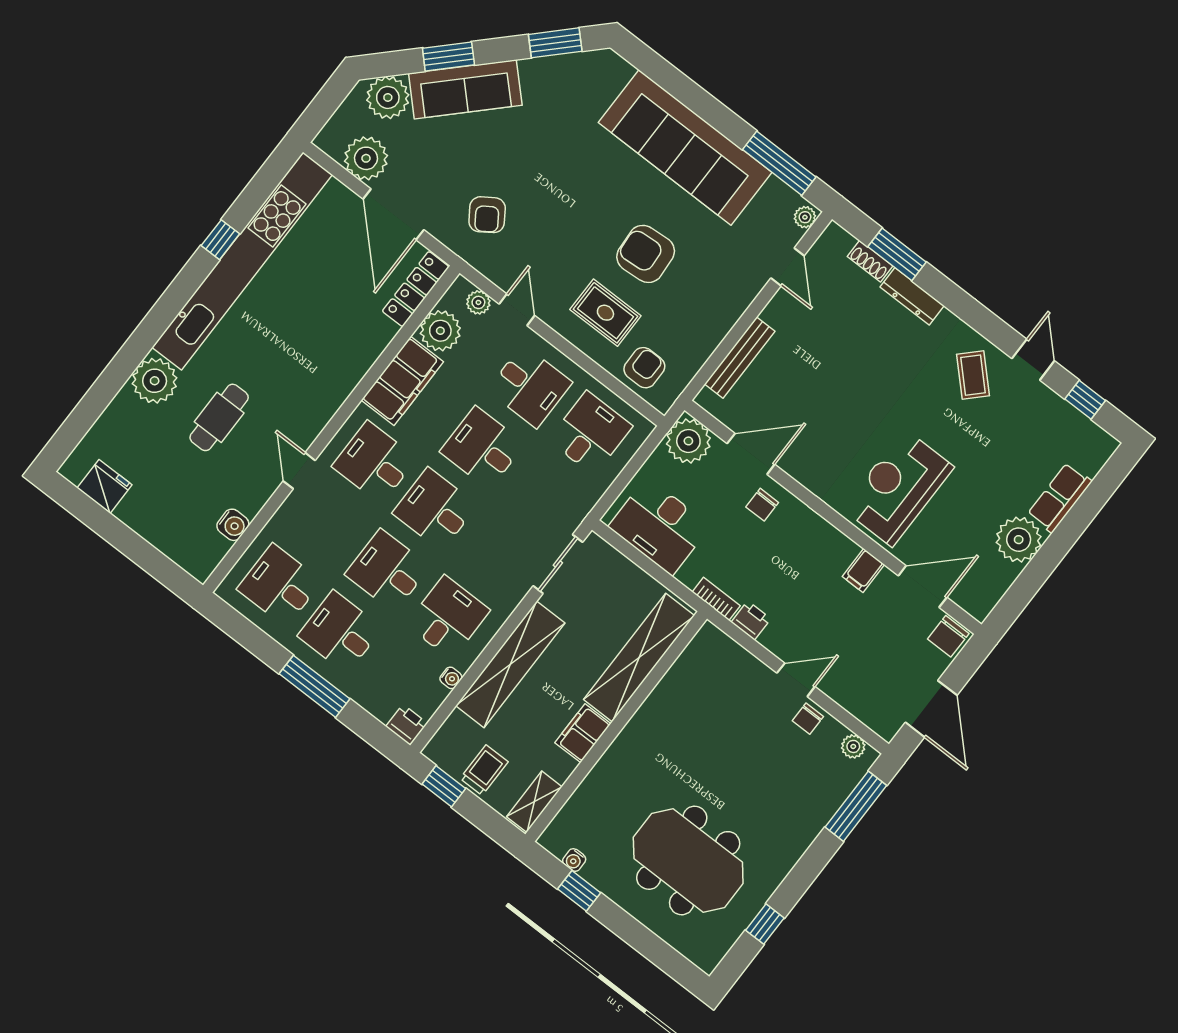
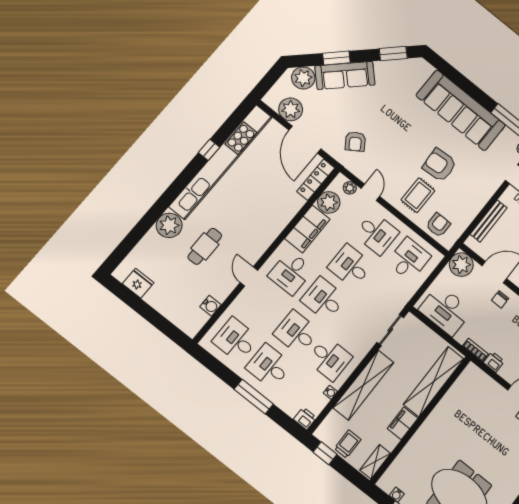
rug: (605, 313) -> (418, 195), turned 90
desk: (374, 462) -> (291, 273), turned -90
desk: (448, 617) -> (329, 359), turned 90

